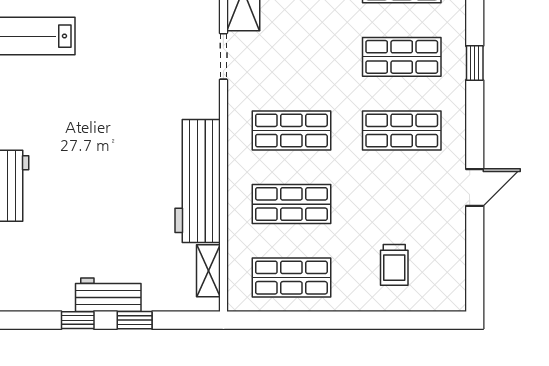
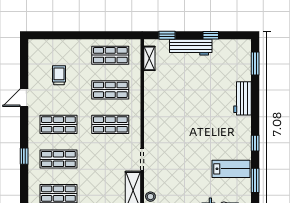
workbench: (198, 181) -> (154, 101), removed
trolley: (394, 265) -> (59, 75), moved
workbench: (108, 295) -> (191, 47), width x1.38
window: (135, 320) -> (167, 35), moved

